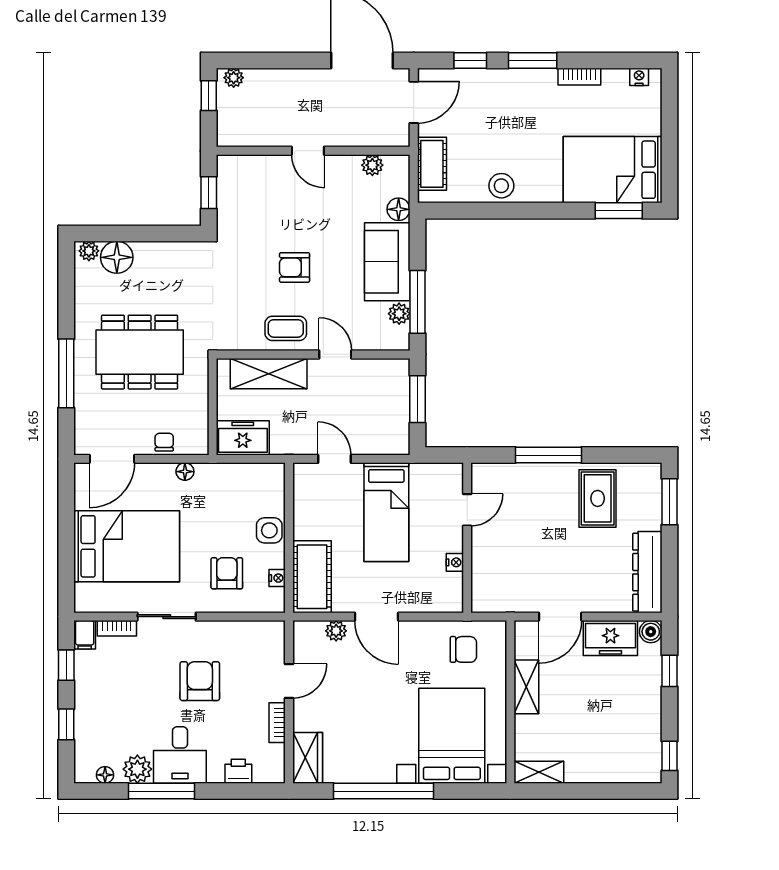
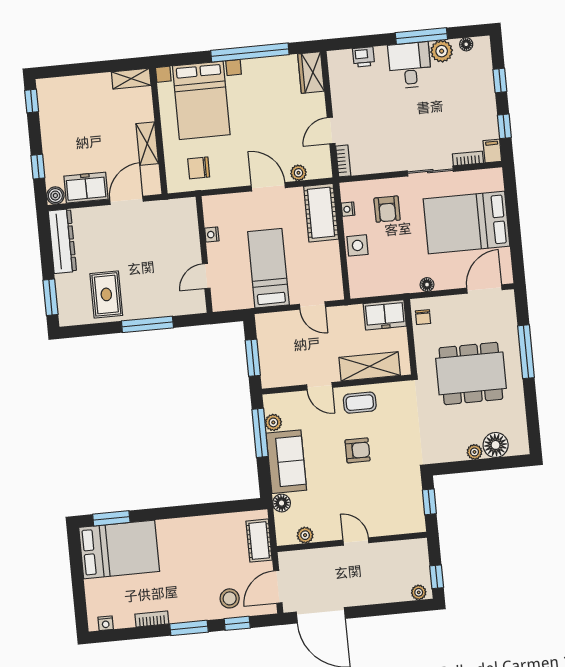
stool: (501, 186) -> (230, 598), moved
plant: (89, 251) -> (474, 452), moved
chair: (164, 442) -> (423, 317), moved
armchair: (200, 681) -> (400, 124), removed
bookcase: (277, 723) -> (343, 161), moved

